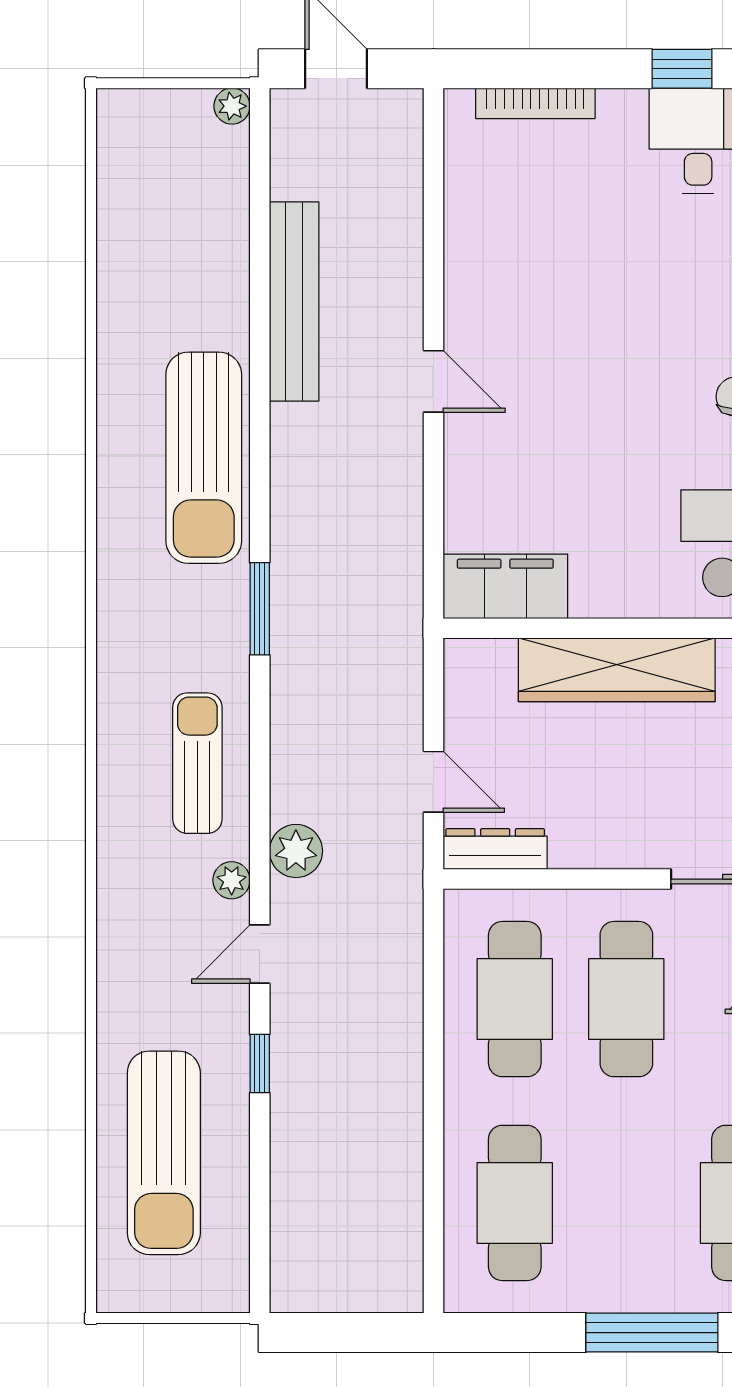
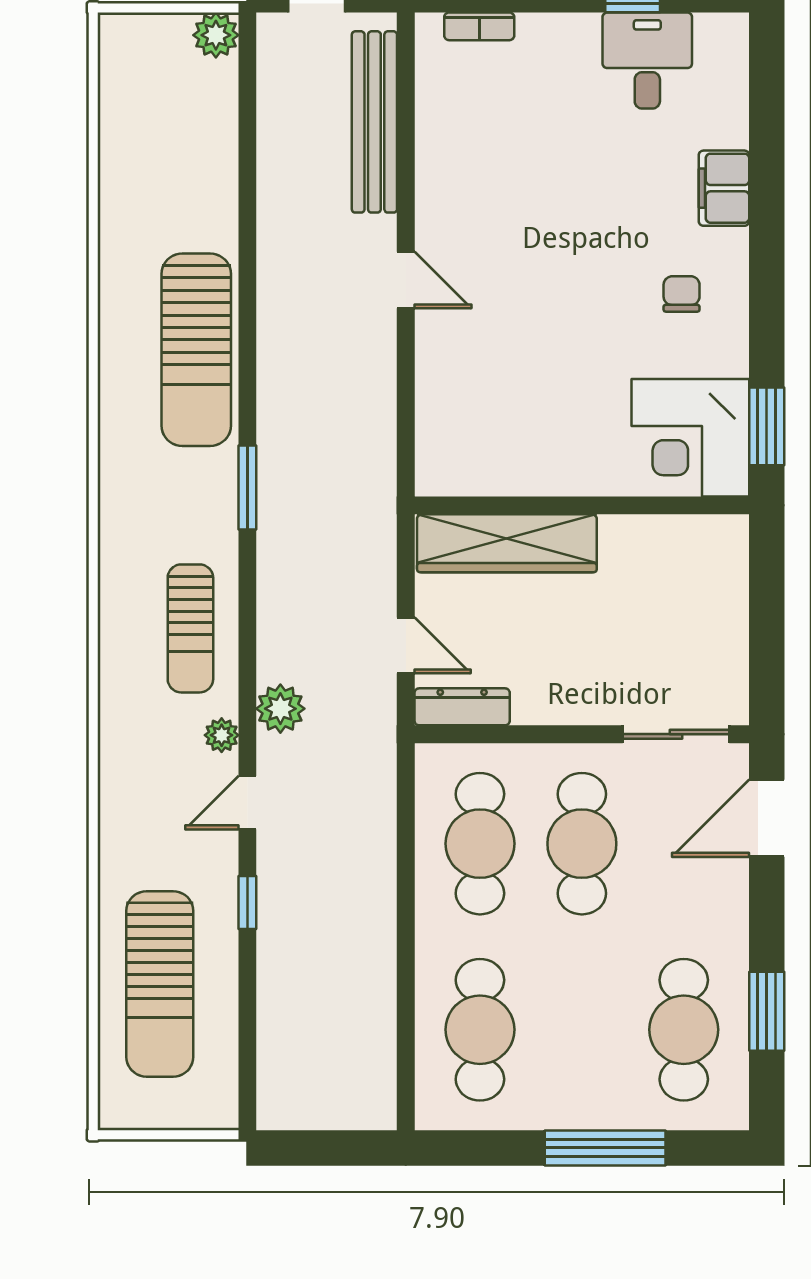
bookcase: (535, 103) -> (479, 26), width x0.64
plant: (232, 106) -> (216, 35), width x1.38, depth x1.38
bench: (294, 302) -> (374, 122), moved
filing cabinet: (505, 586) -> (471, 467), removed
wardrobe: (617, 670) -> (507, 543), moved
sun lounger: (197, 763) -> (190, 628), turned 180

